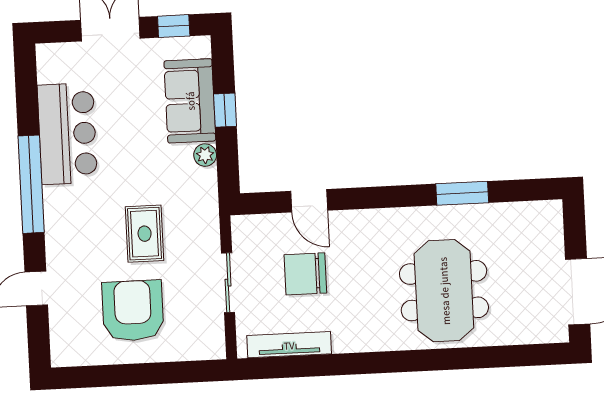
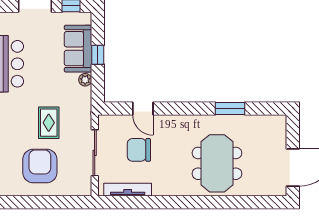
sliding door: (228, 283) -> (95, 153), width x1.37

